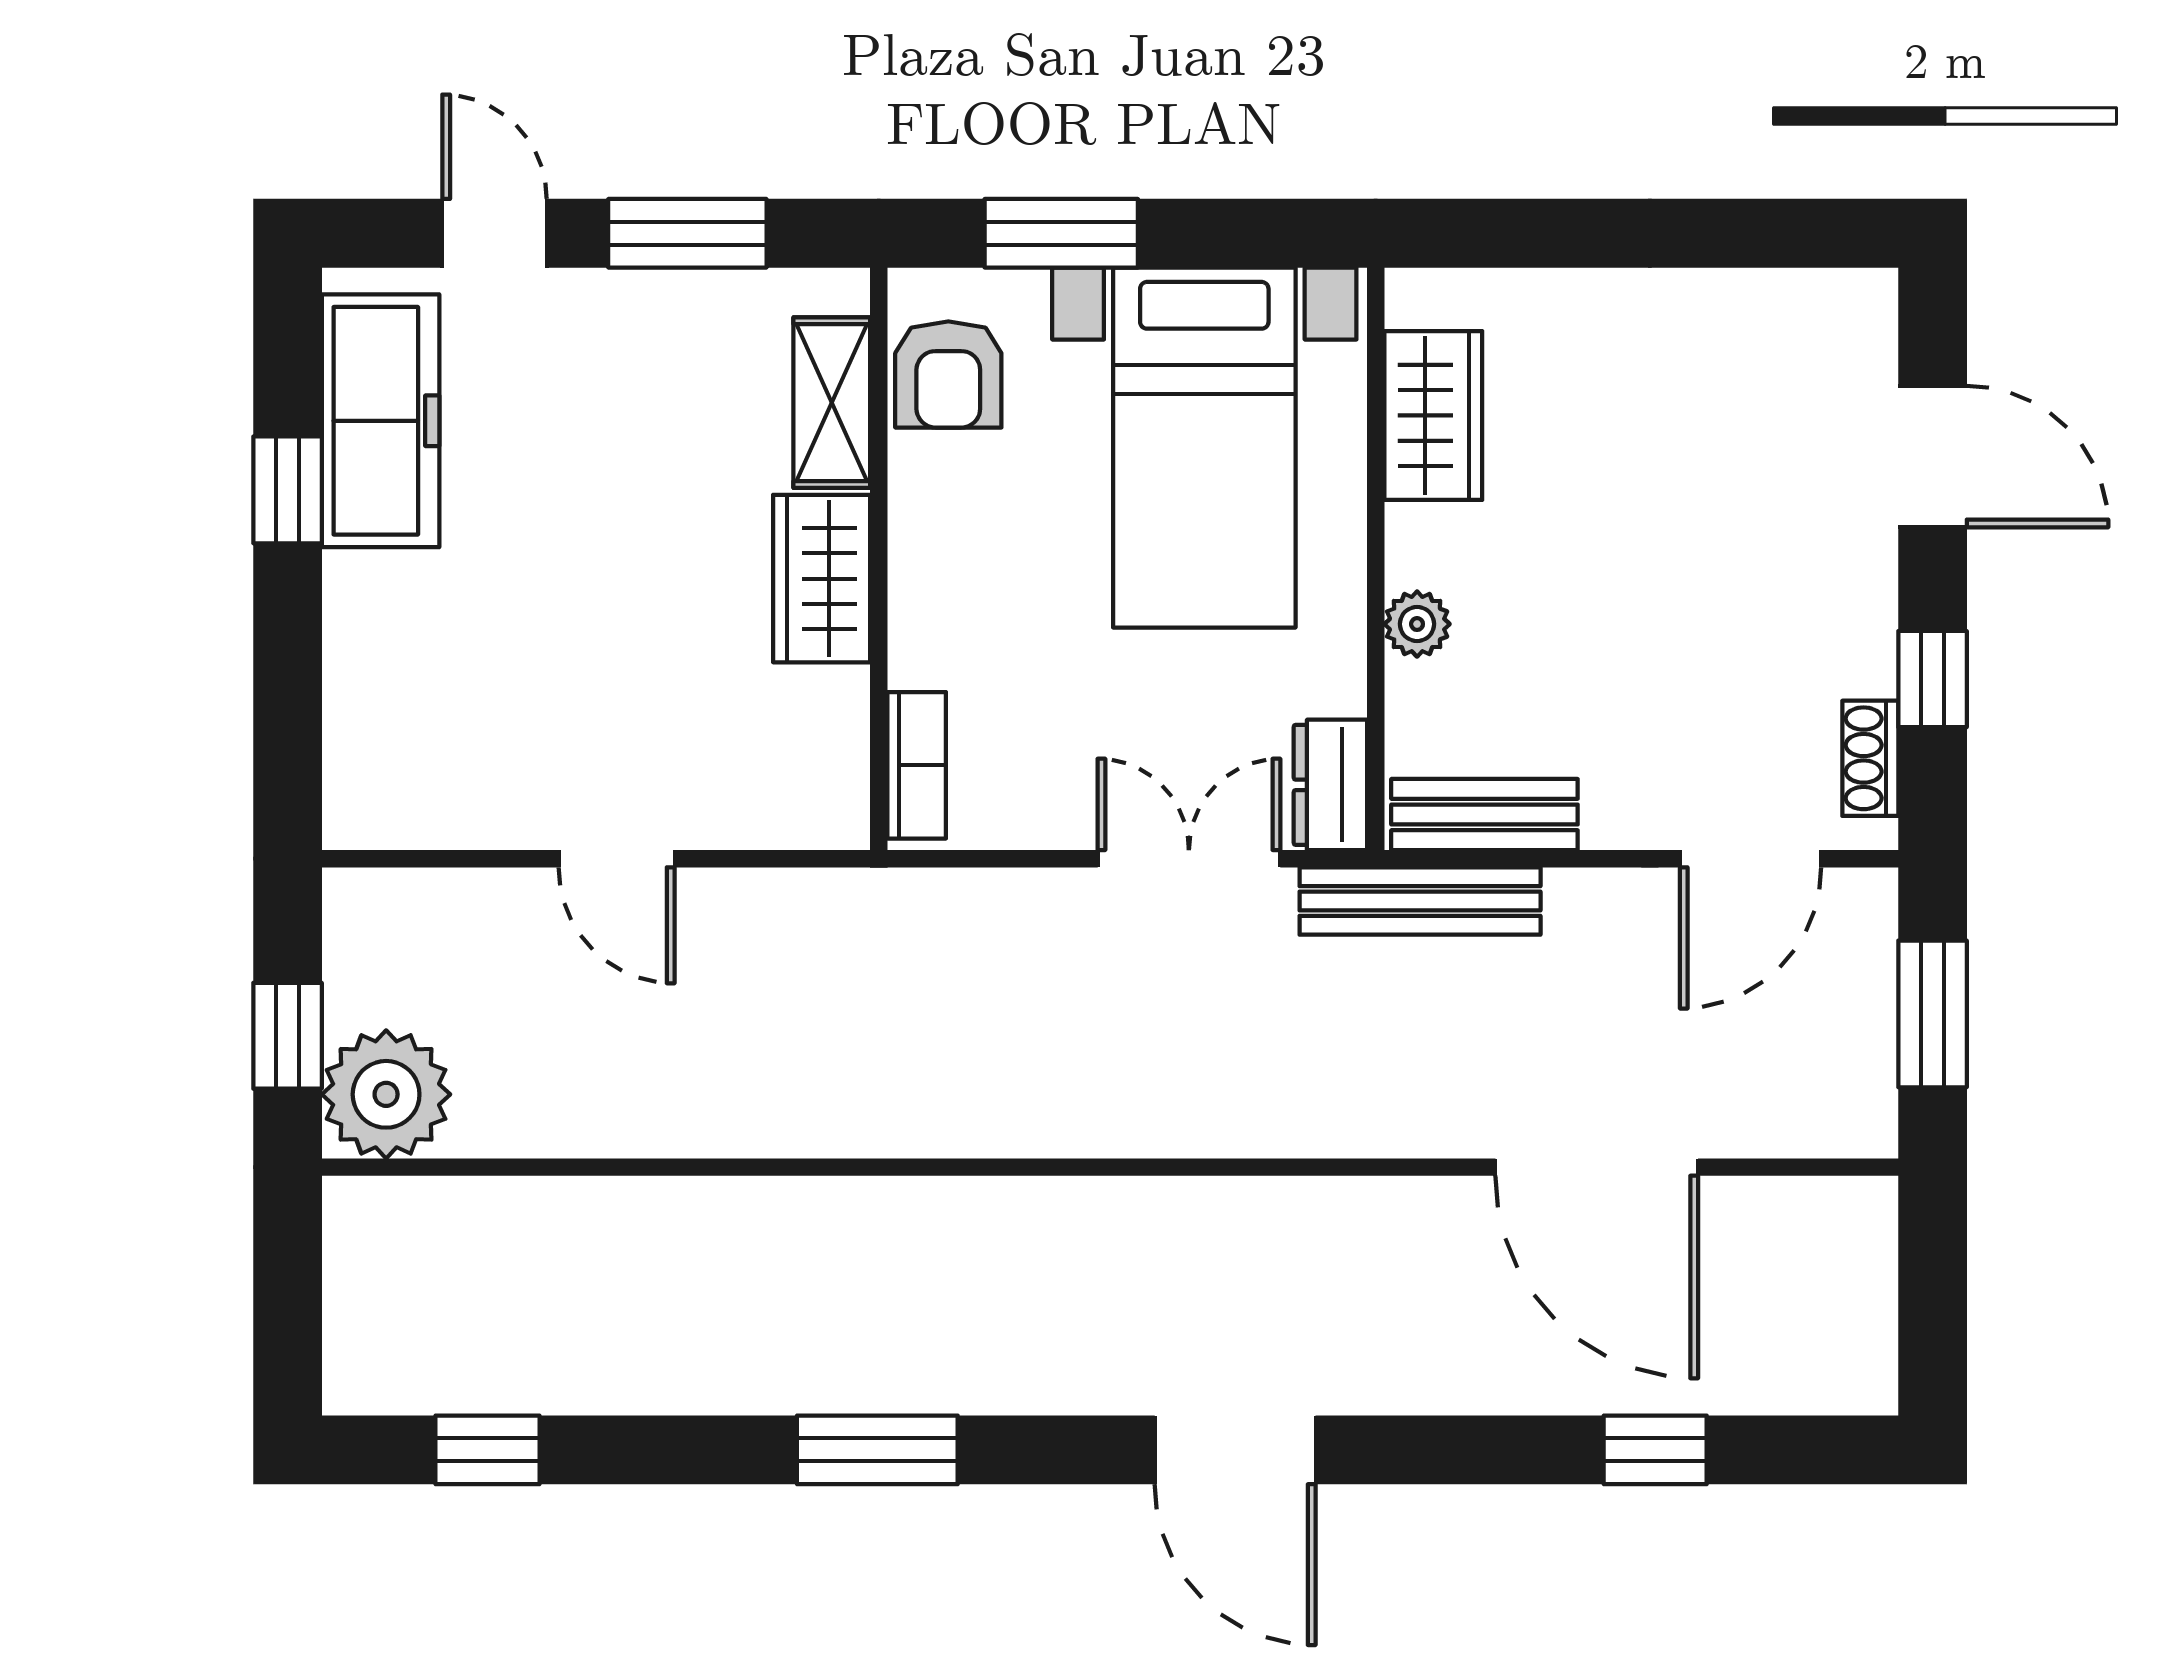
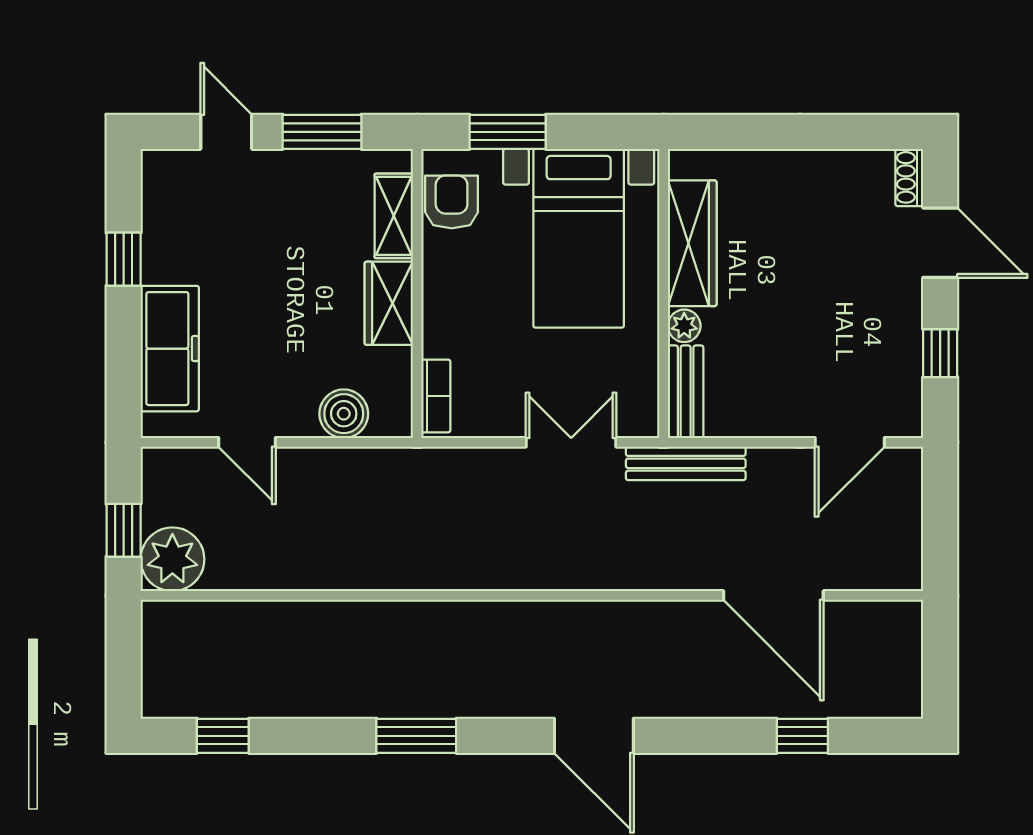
armchair: (948, 374) -> (452, 202), turned 180
wardrobe: (1433, 415) -> (692, 243), width x1.50
freezer: (381, 421) -> (170, 349), moved
shoe rack: (1870, 758) -> (909, 177), moved
dresser: (1330, 785) -> (641, 406), removed
boiler: (731, 801) -> (344, 414), added
bench: (1484, 815) -> (686, 392), moved, turned 90
door: (617, 859) -> (247, 442), moved
window: (1933, 1014) -> (940, 519), removed

